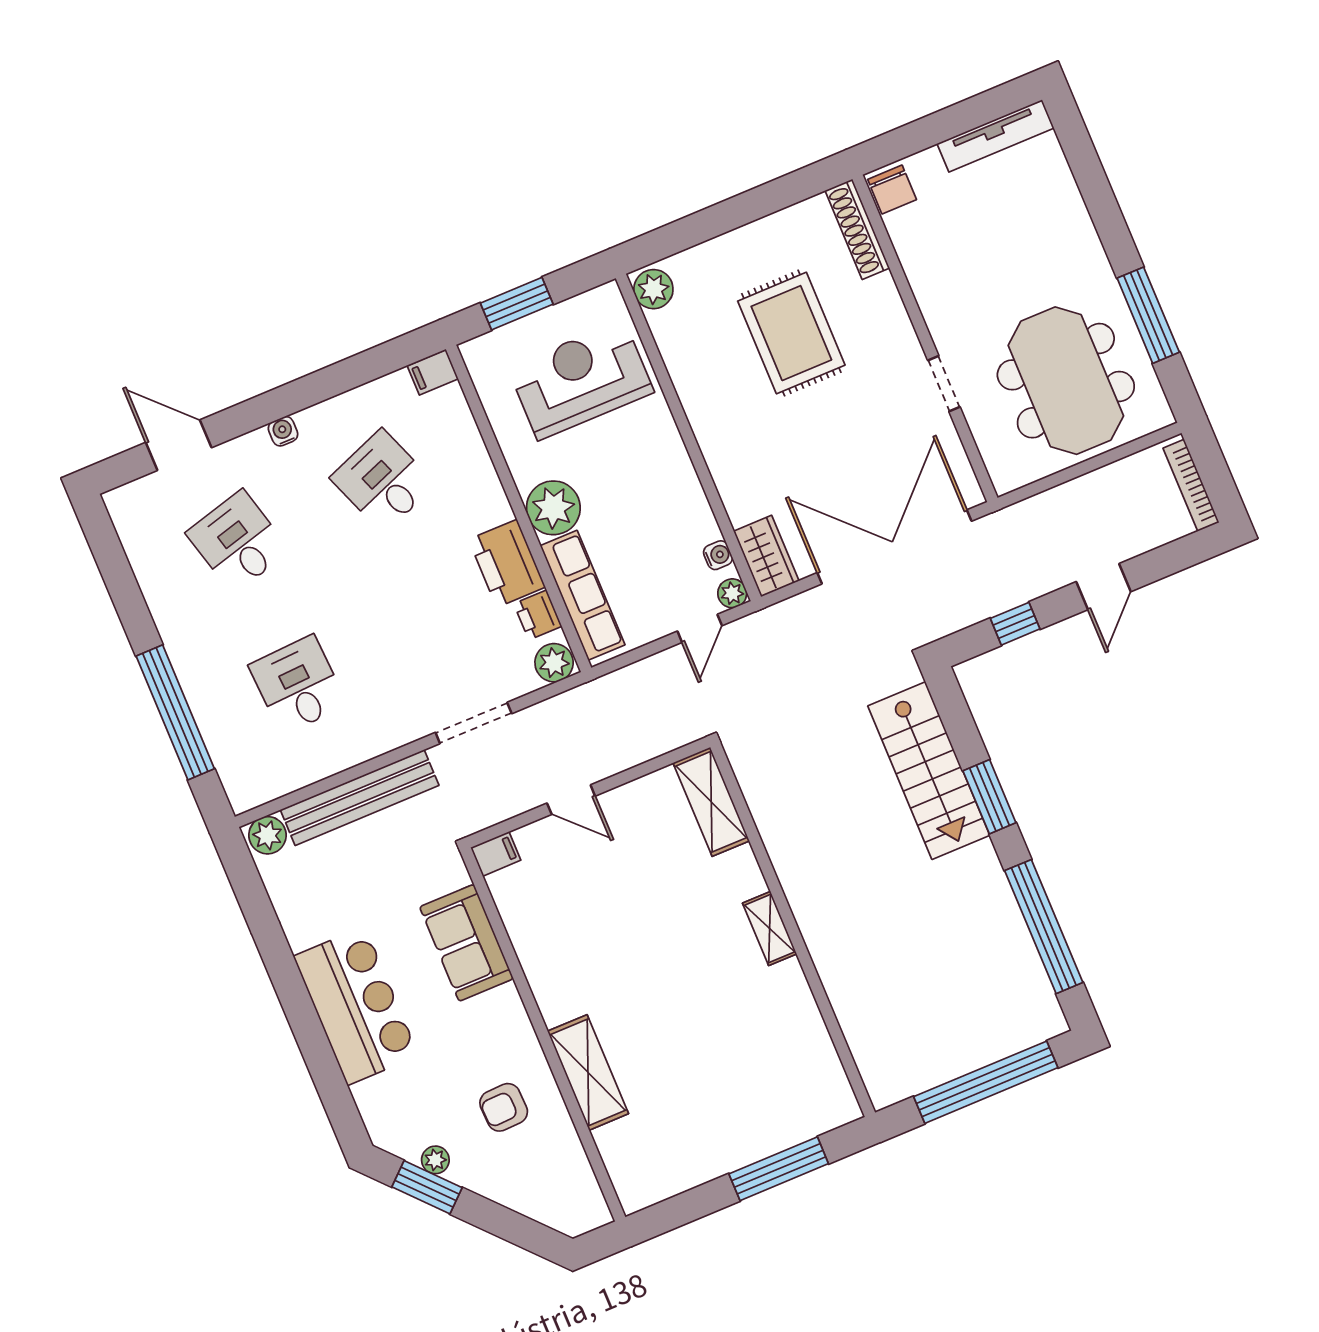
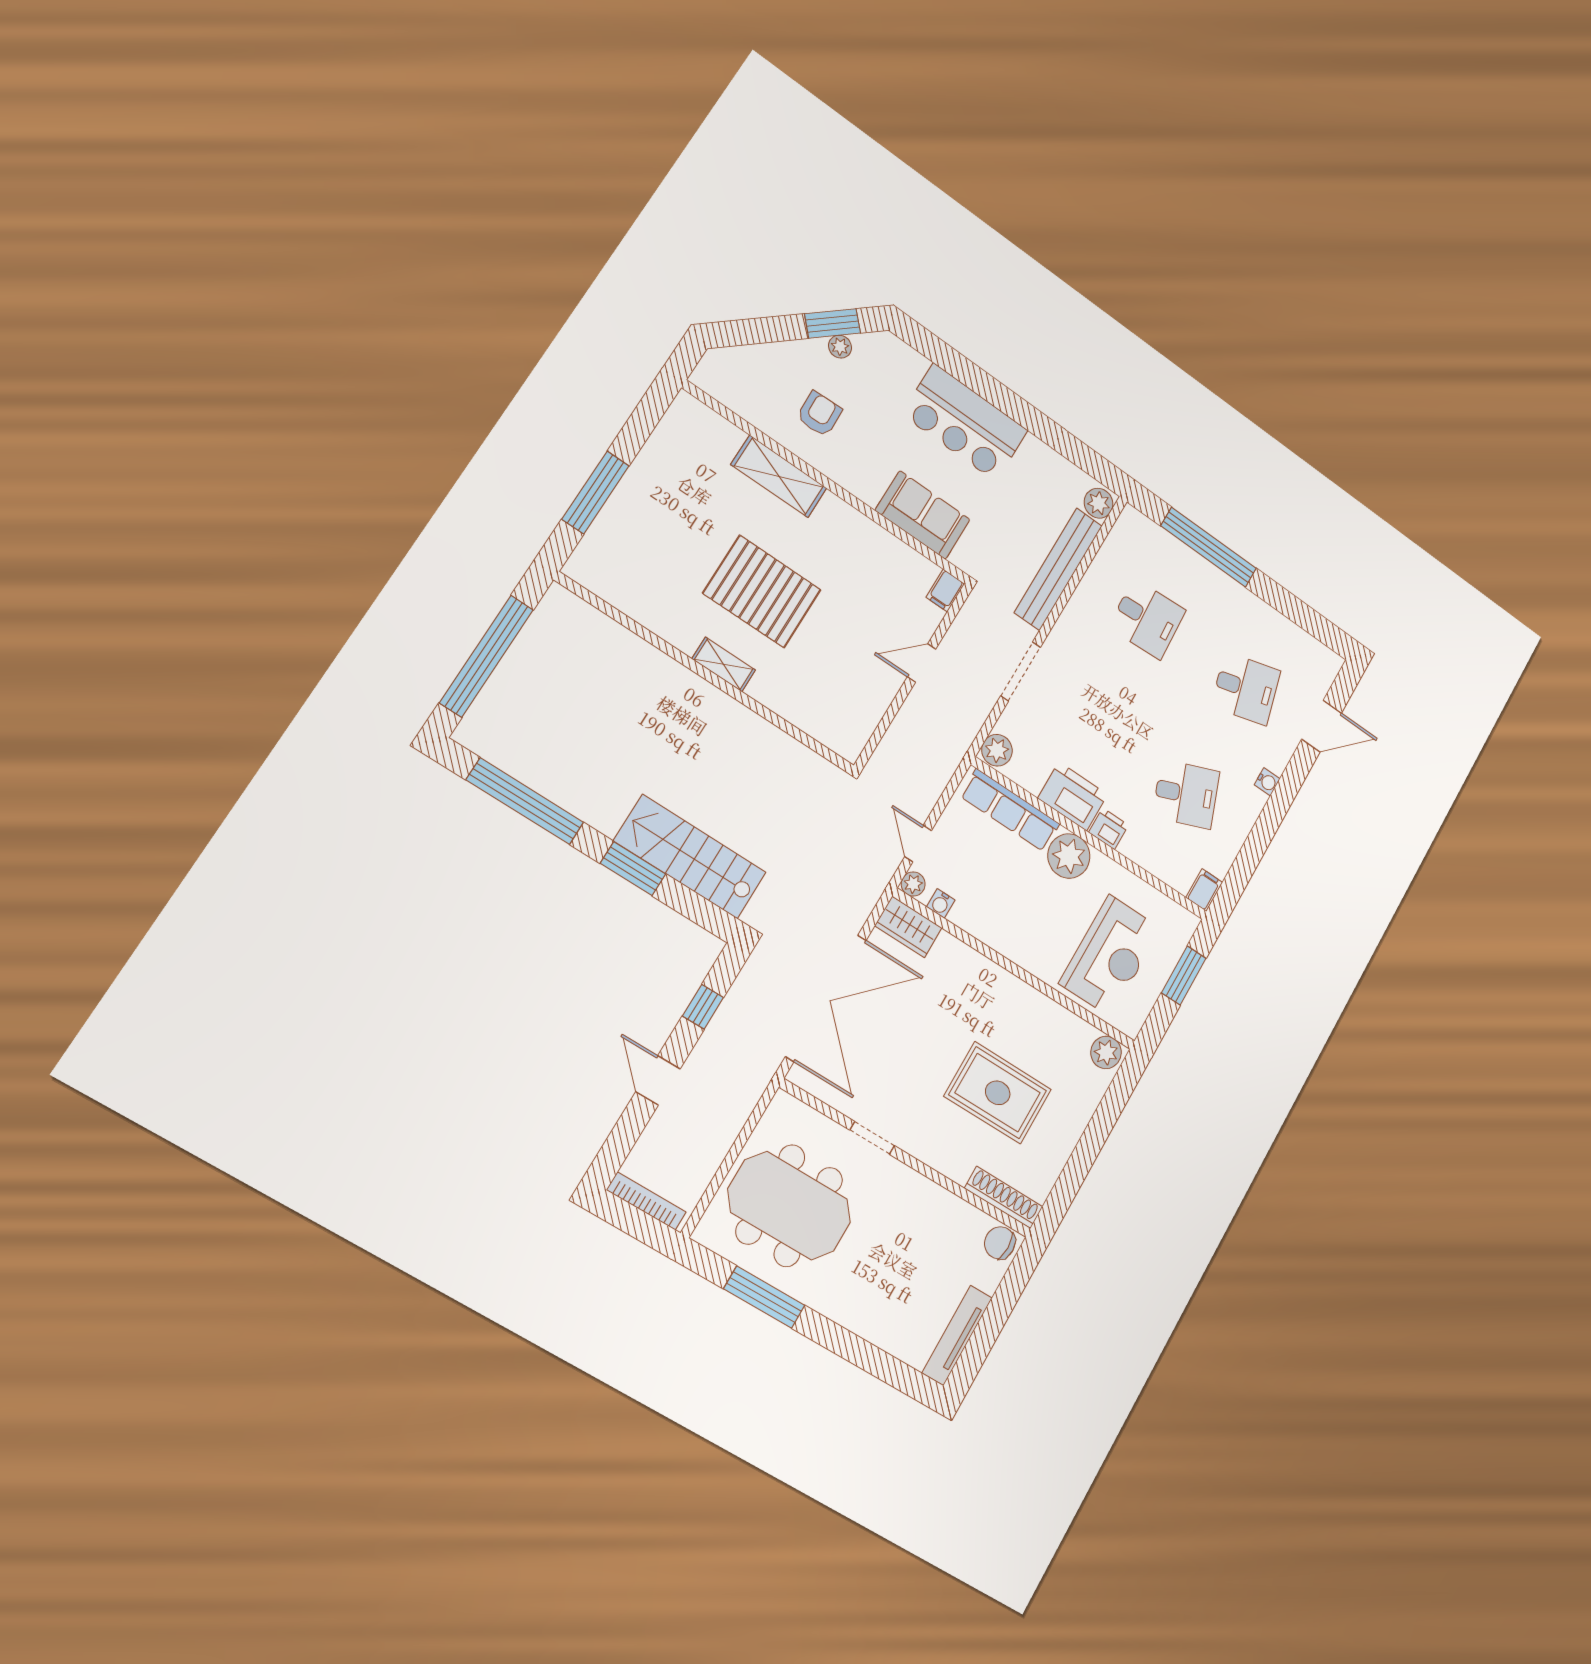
printer: (538, 615) -> (1109, 829), moved
shelving: (711, 802) -> (827, 727), removed
pallet: (683, 973) -> (762, 592), added

